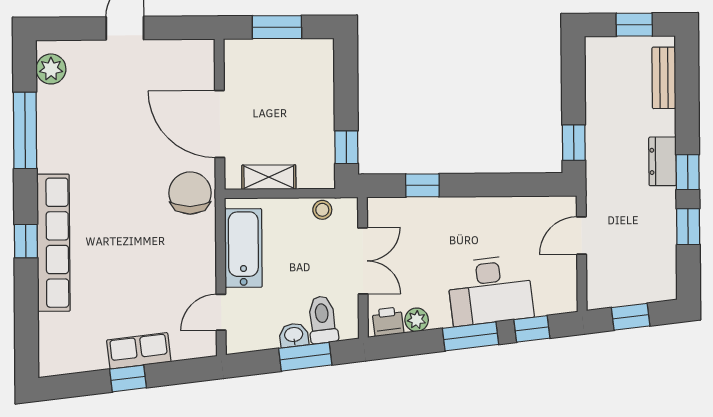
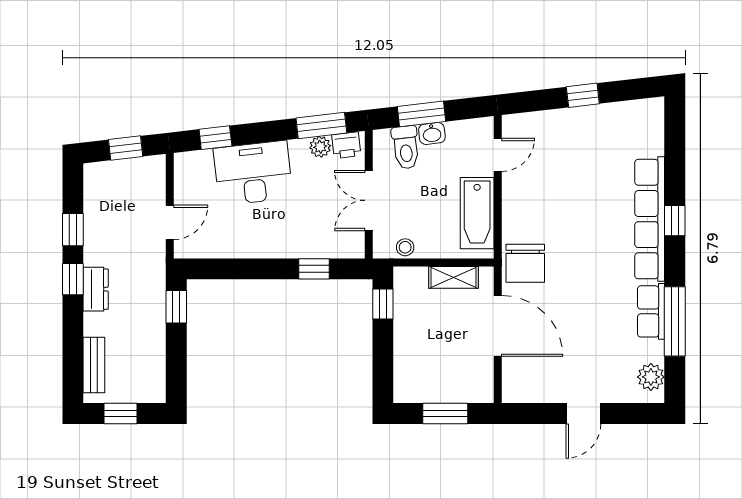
window: (470, 336) -> (321, 125), moved
row of seats: (139, 351) -> (651, 311), moved, turned 97

